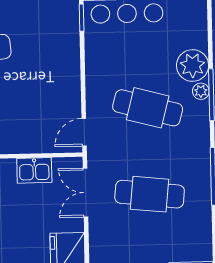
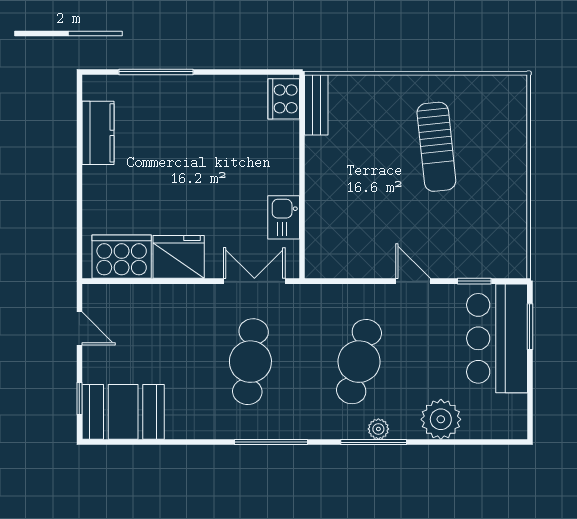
plant: (193, 65) -> (441, 419), moved
door: (84, 132) -> (413, 281), moved

